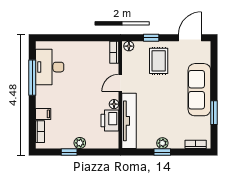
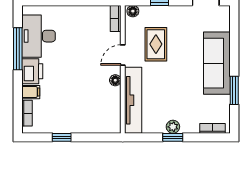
rug: (159, 61) -> (156, 44), moved
printer: (110, 121) -> (32, 71), moved, turned 180
plant: (80, 143) -> (74, 127), removed

